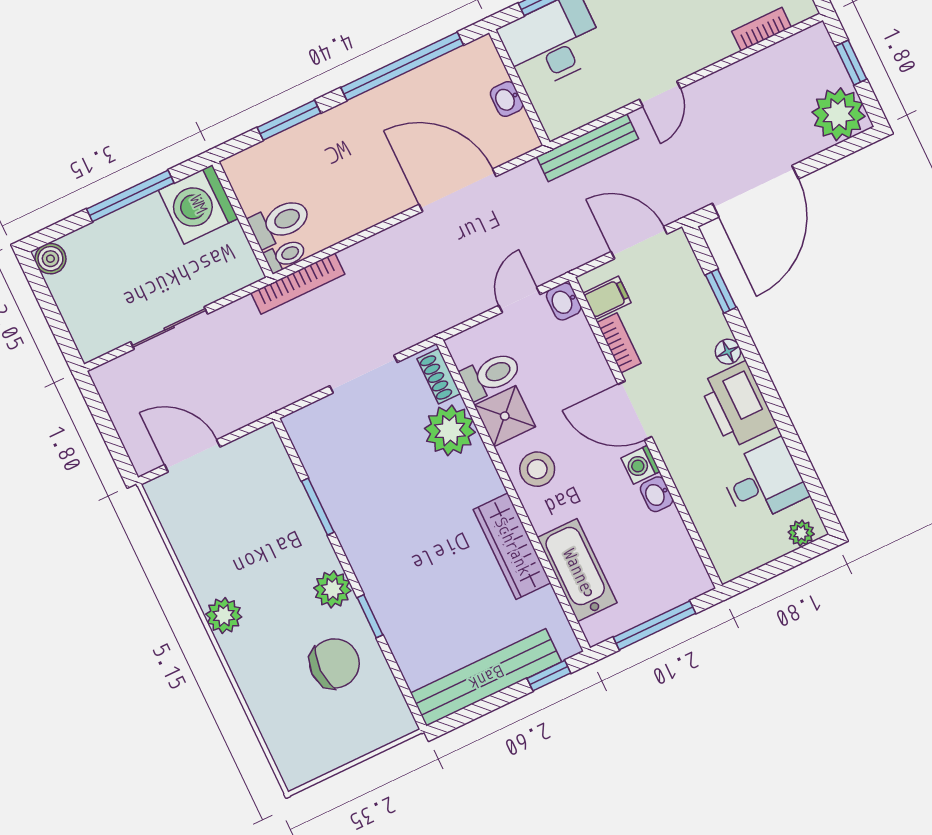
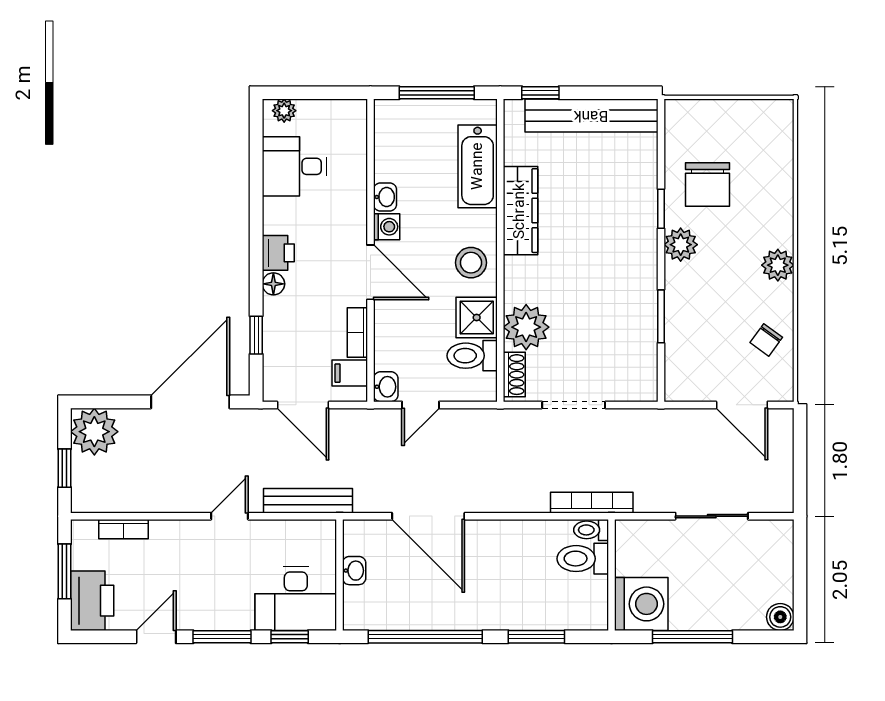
printer: (738, 405) -> (278, 253), width x0.53, depth x0.68
chair: (199, 534) -> (766, 340), added
chair: (334, 663) -> (707, 185), turned -90

